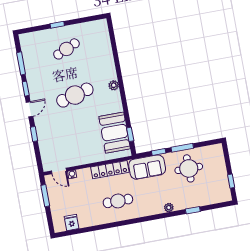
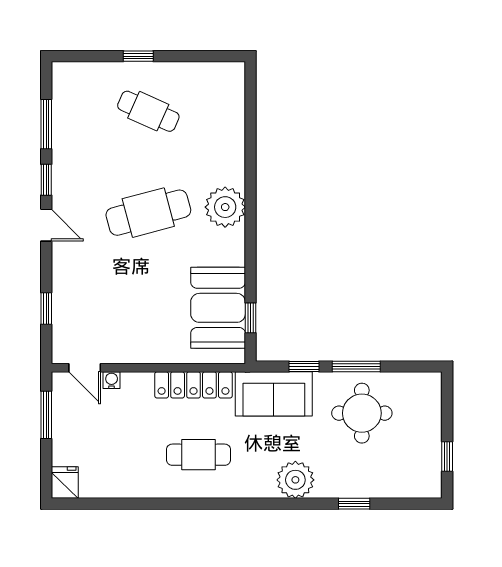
cafe table: (66, 49) -> (148, 111), turned 48
plant: (114, 85) -> (225, 207), width x1.87, depth x1.87
door: (29, 109) -> (46, 225), hinge flipped
window: (34, 134) -> (46, 308), moved
plant: (169, 208) -> (295, 480), width x1.87, depth x1.87
fridge: (72, 223) -> (65, 483), moved

